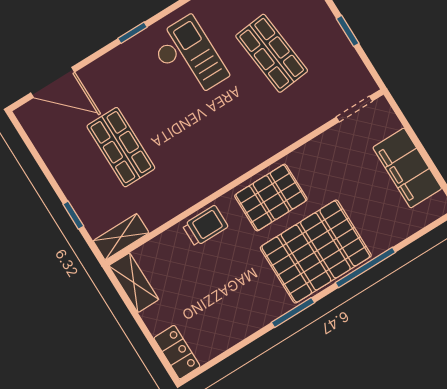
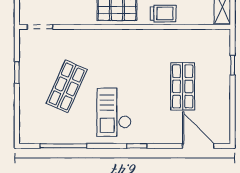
shop shelf: (272, 53) -> (67, 86), turned 30
trolley: (205, 226) -> (163, 14), turned 180
shelving: (121, 237) -> (214, 37), removed

